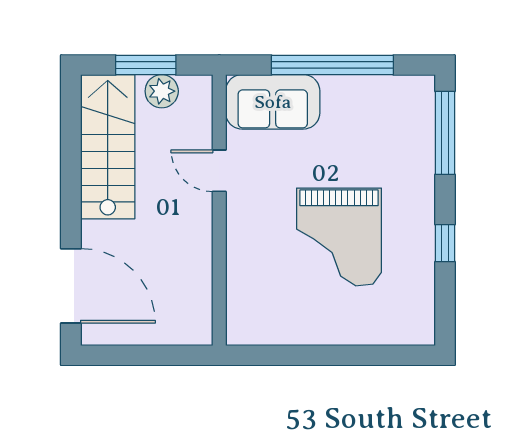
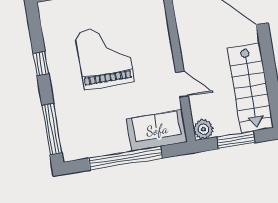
plant: (162, 91) -> (203, 129), moved

